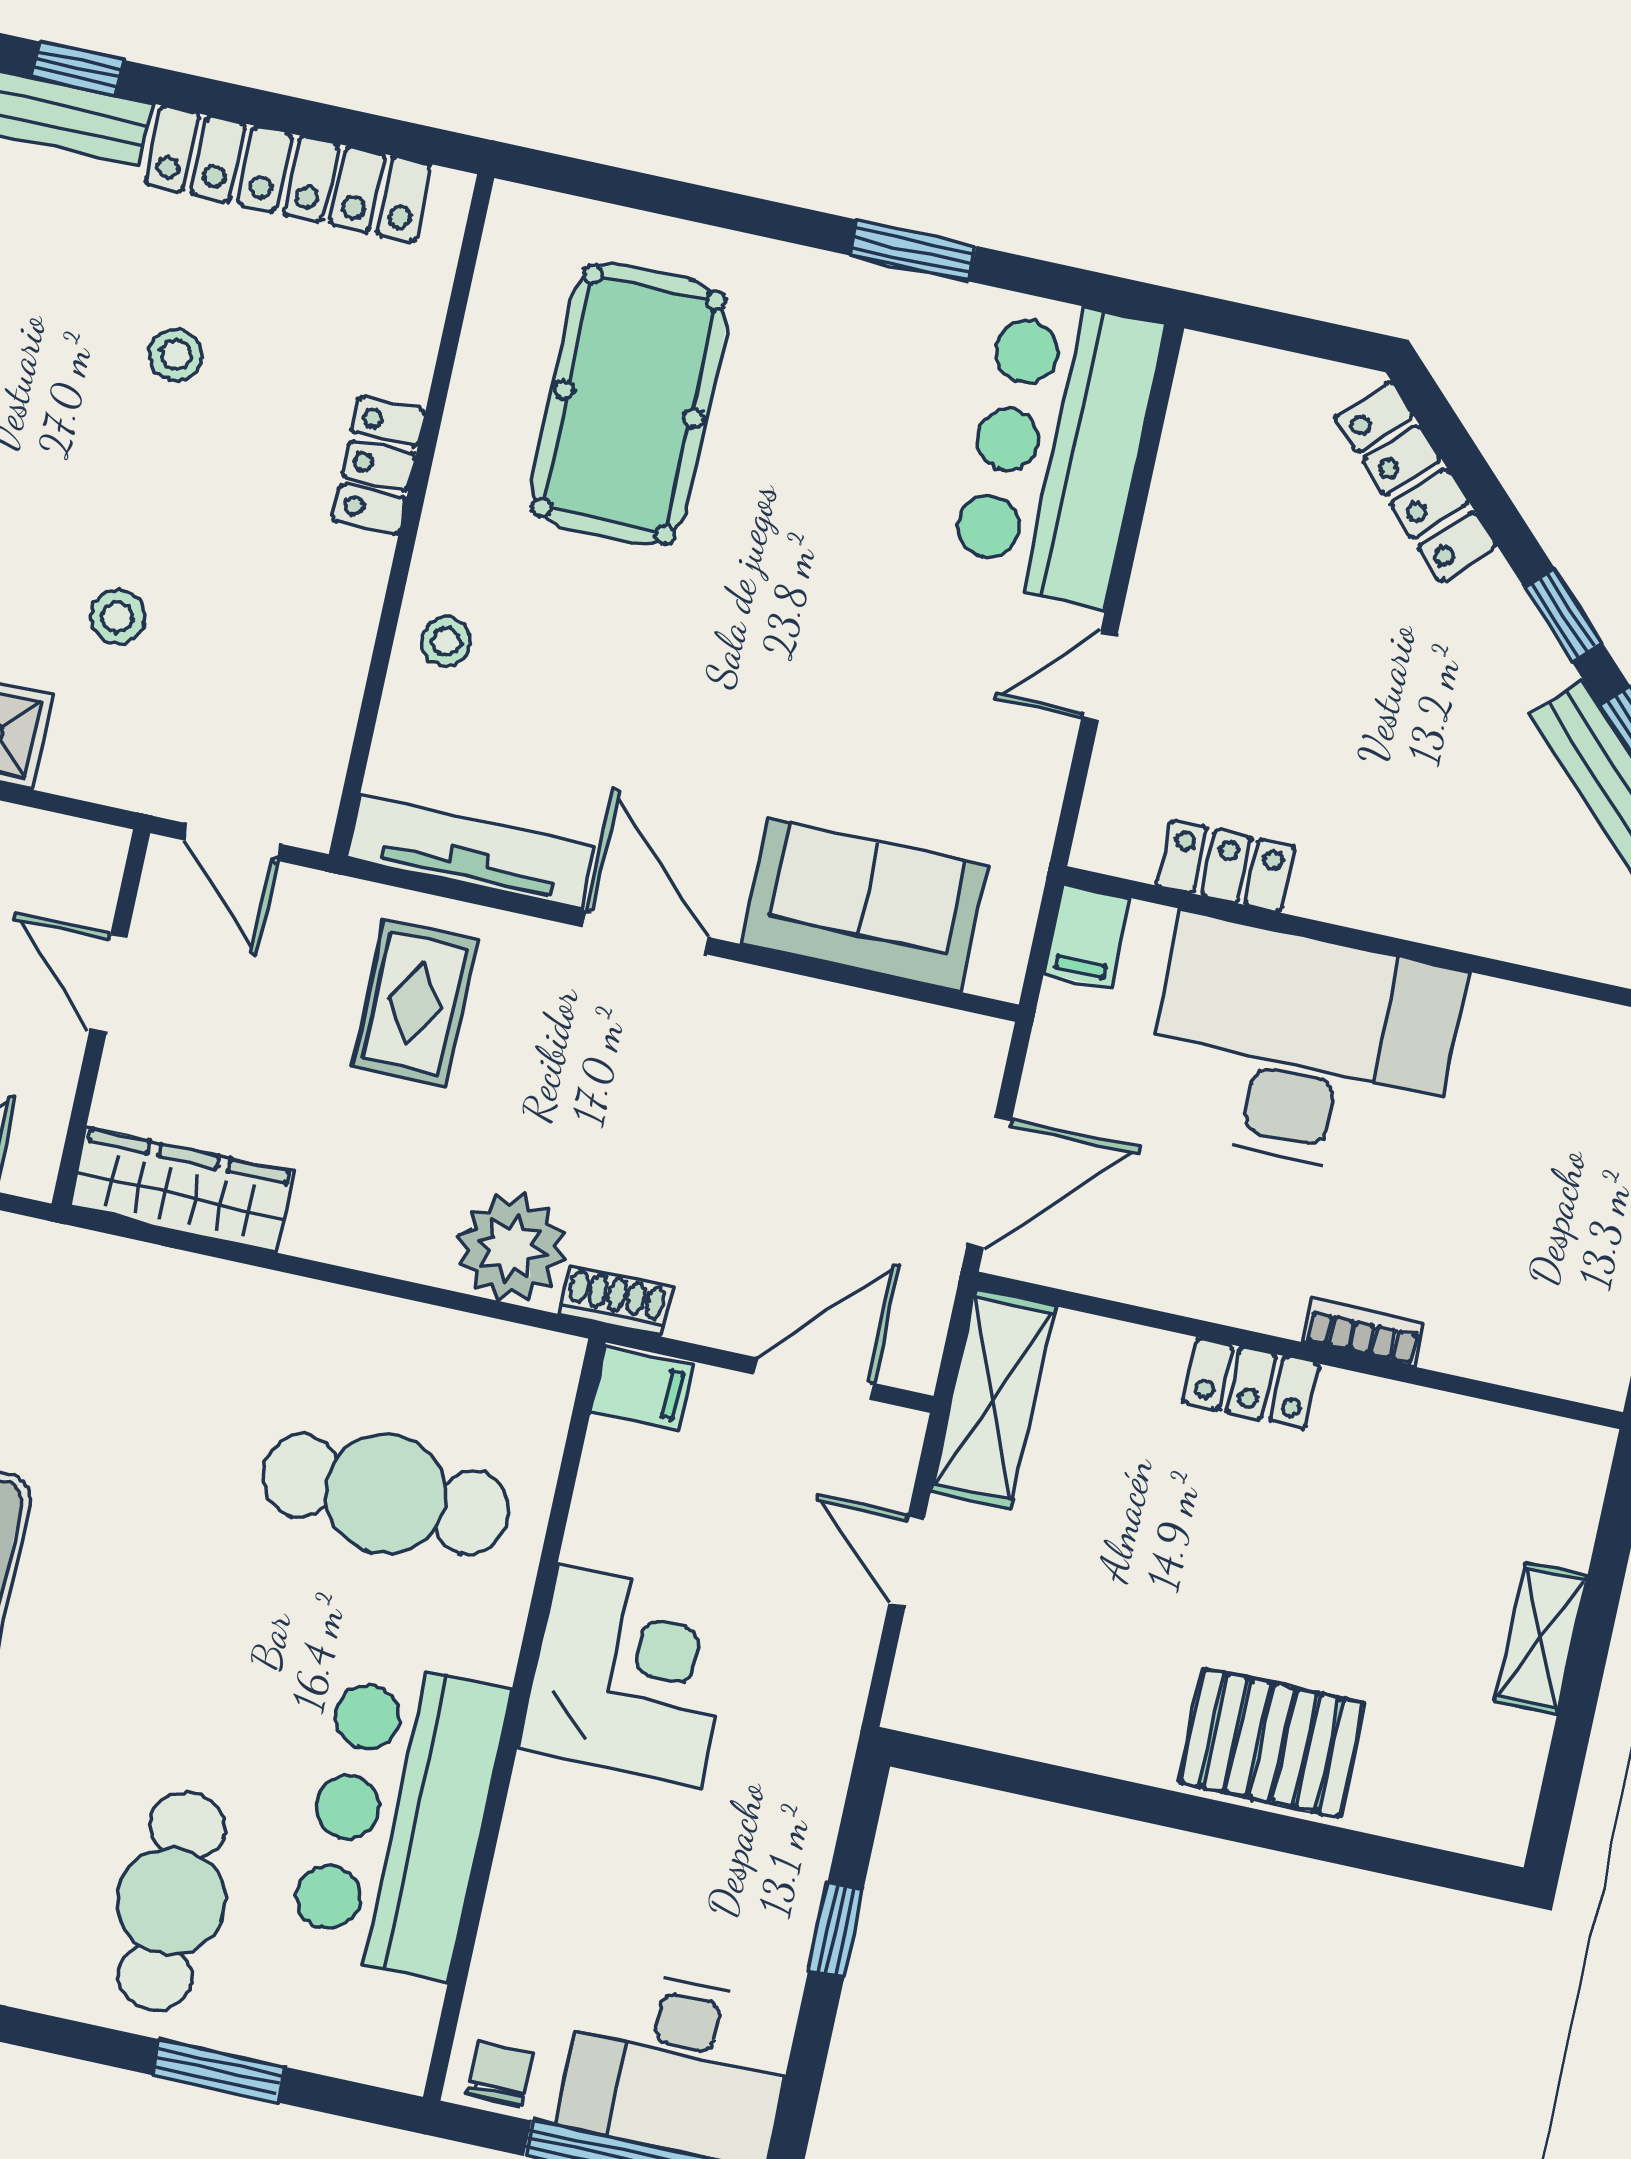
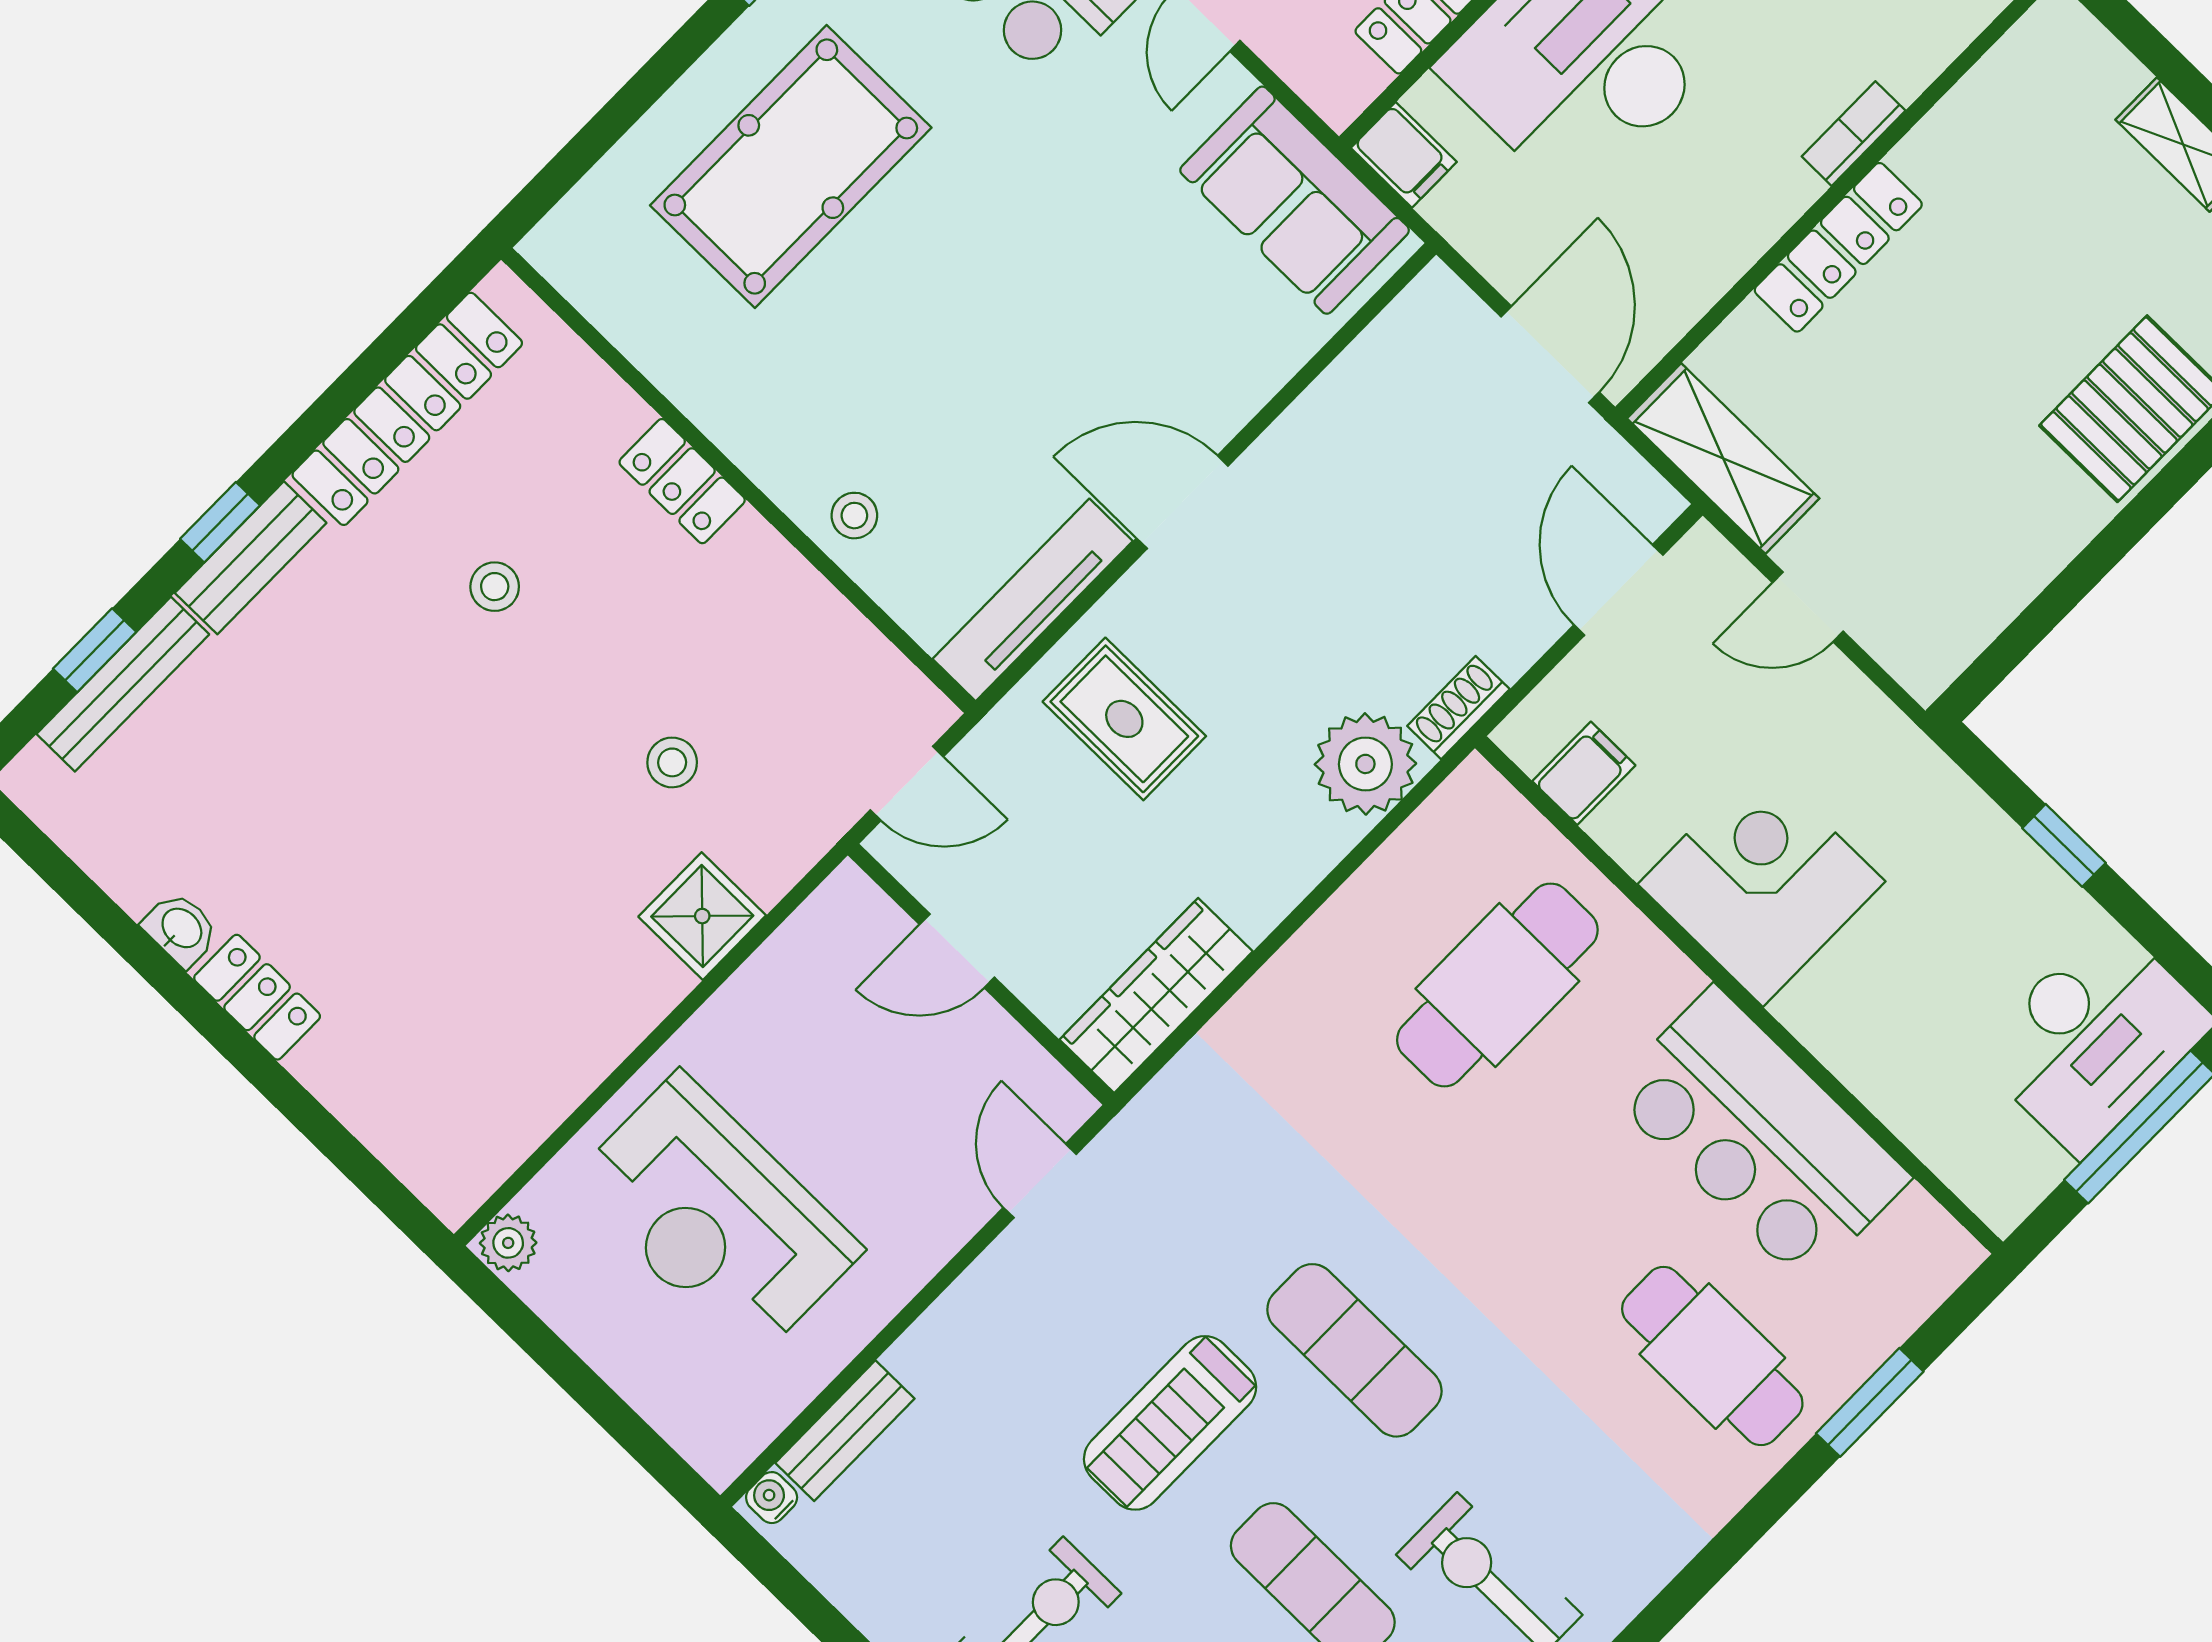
pool table: (629, 404) -> (791, 167), moved, turned 90
sofa: (864, 905) -> (1295, 200), moved, turned -90
locker: (1251, 1383) -> (1838, 247), width x1.53
filing cabinet: (642, 1388) -> (1584, 773), moved
chair: (500, 2073) -> (2011, 1182), removed

